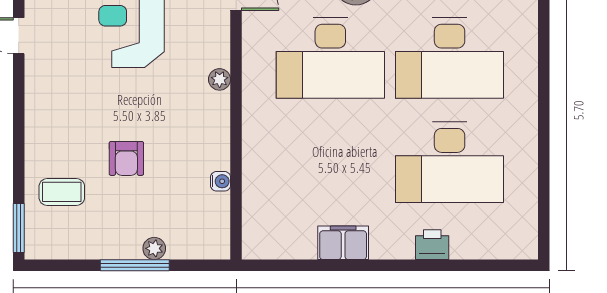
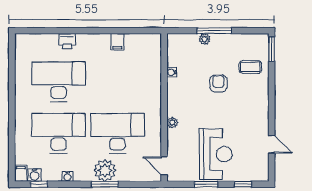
filing cabinet: (343, 243) -> (117, 42), width x0.50

